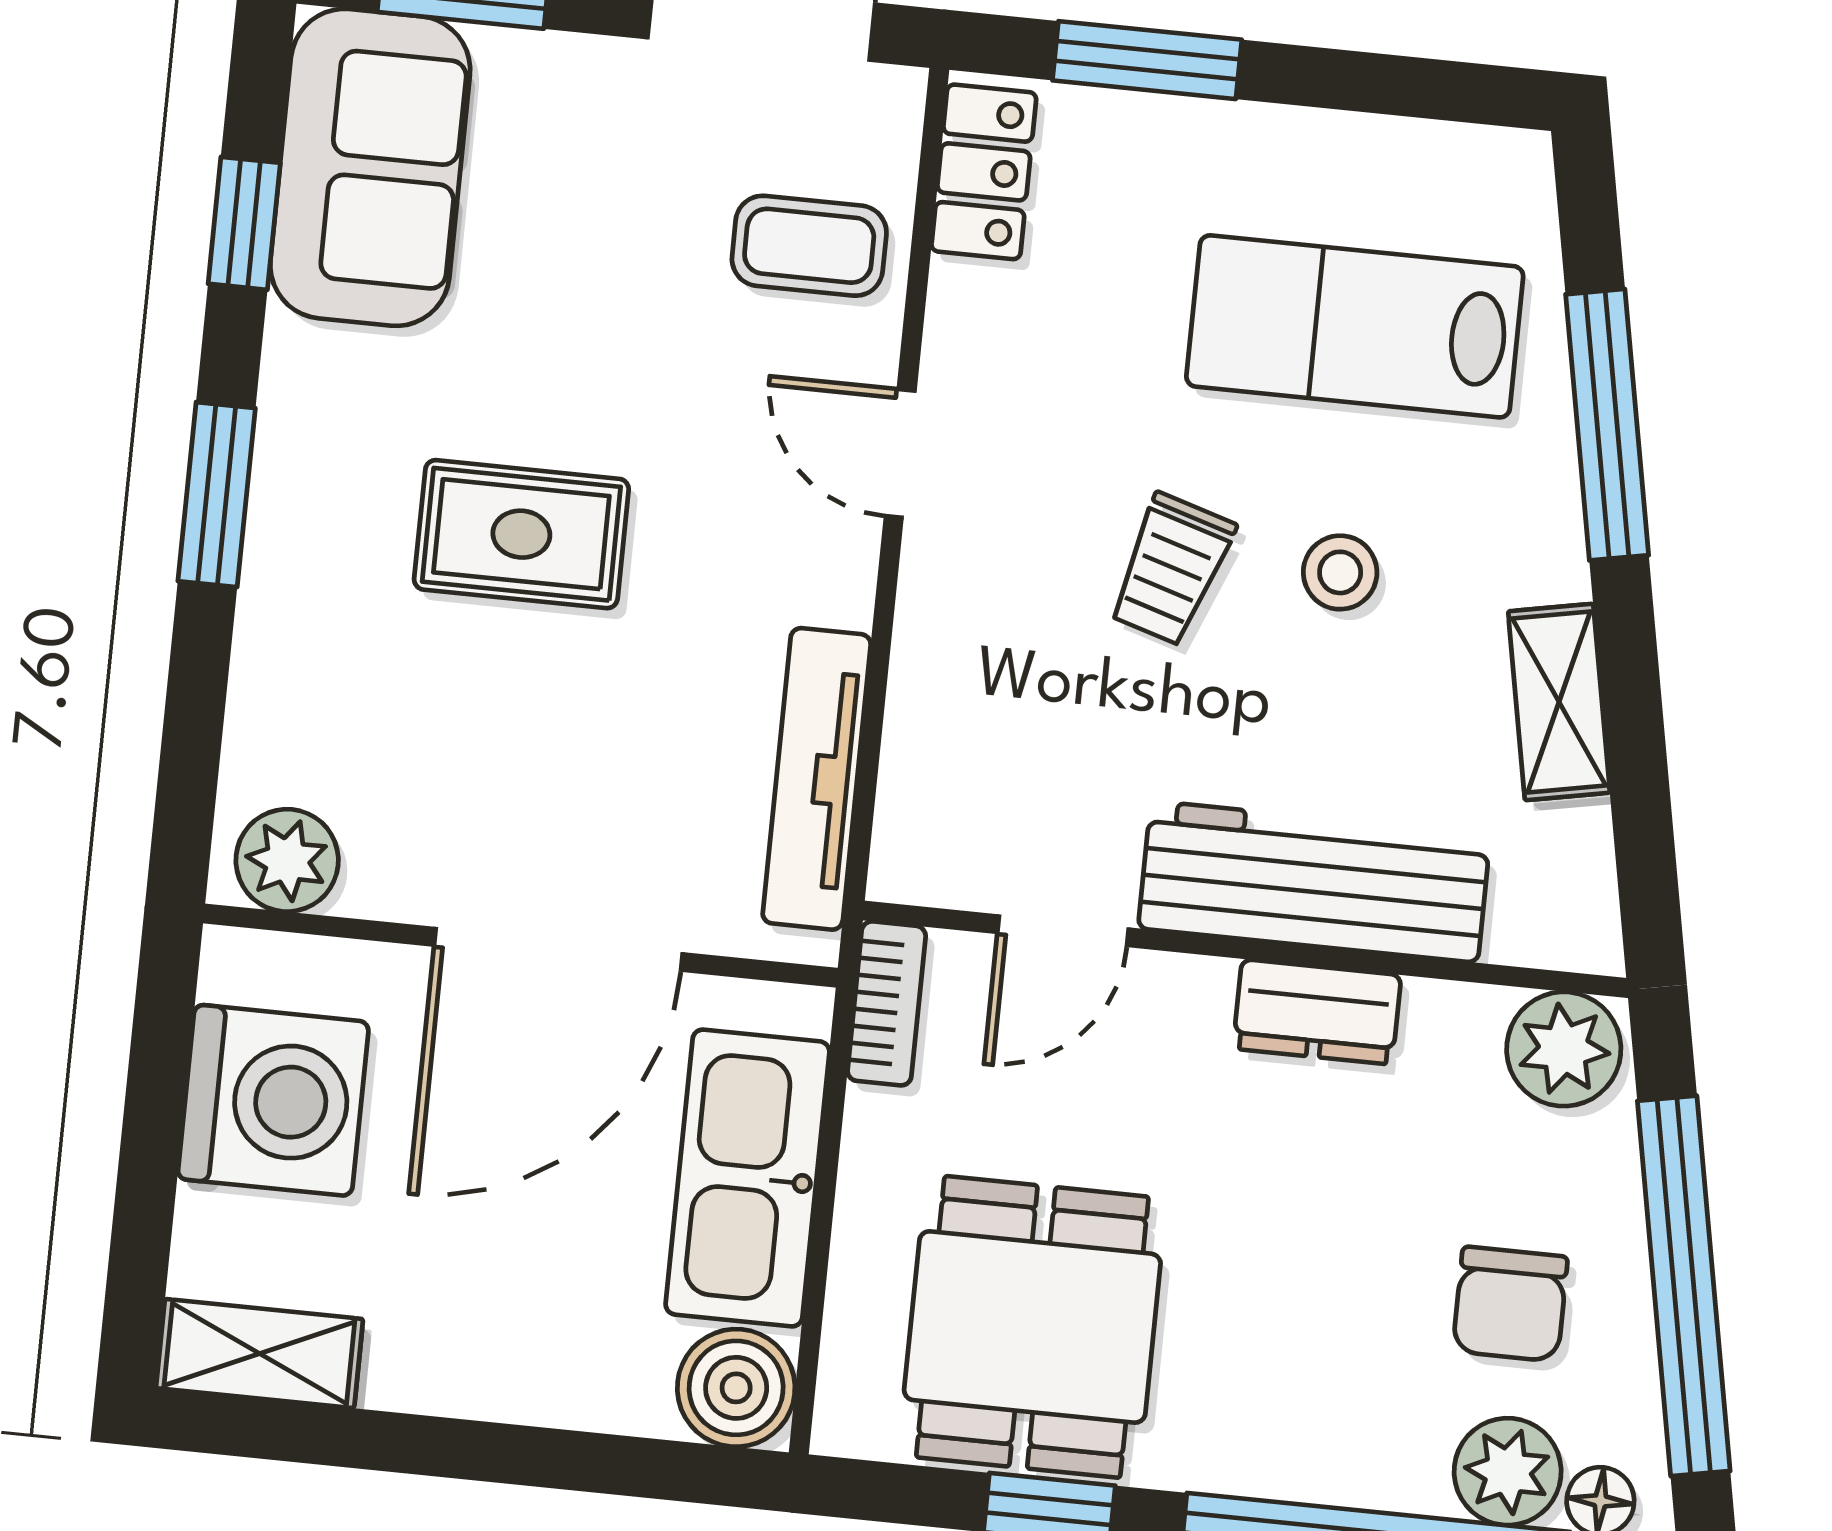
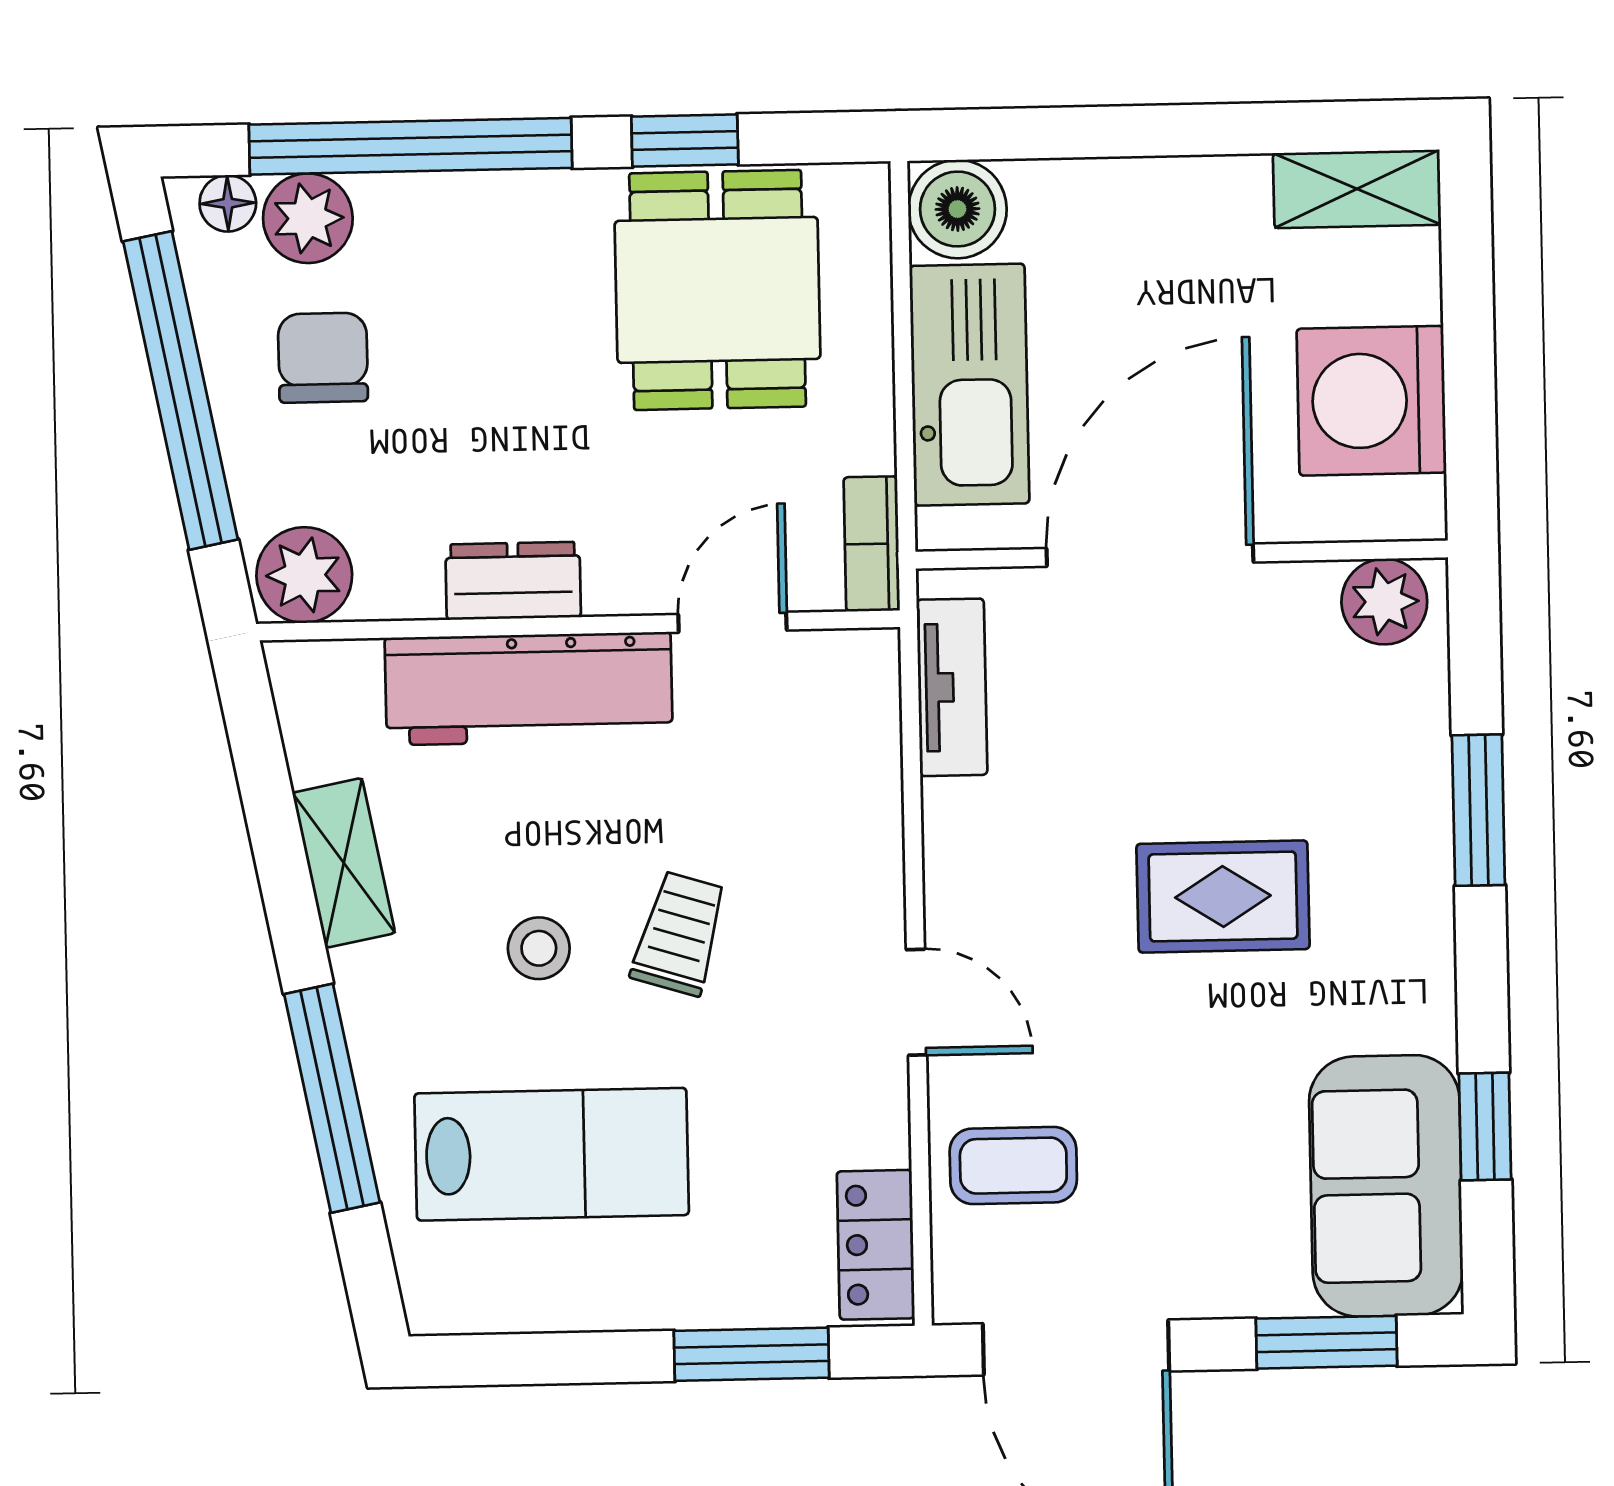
window: (217, 495) -> (1478, 810), moved
tv unit: (817, 779) -> (952, 687), width x0.71

